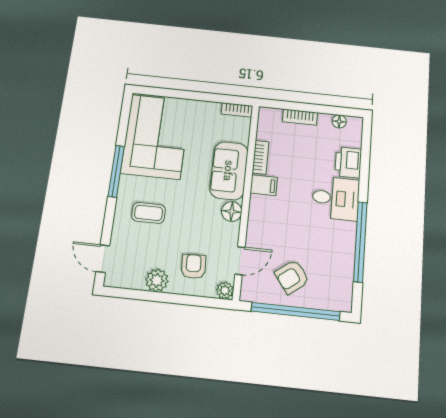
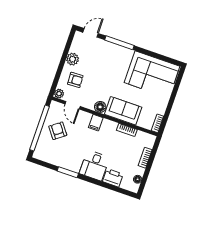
window: (116, 171) -> (119, 43), moved
filing cabinet: (264, 185) -> (96, 123), moved
coffee table: (148, 213) -> (110, 62), removed
window: (360, 242) -> (68, 172), width x0.47

